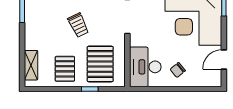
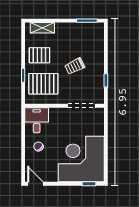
door: (224, 59) -> (35, 184), moved
desk: (145, 67) -> (37, 120), width x0.73

